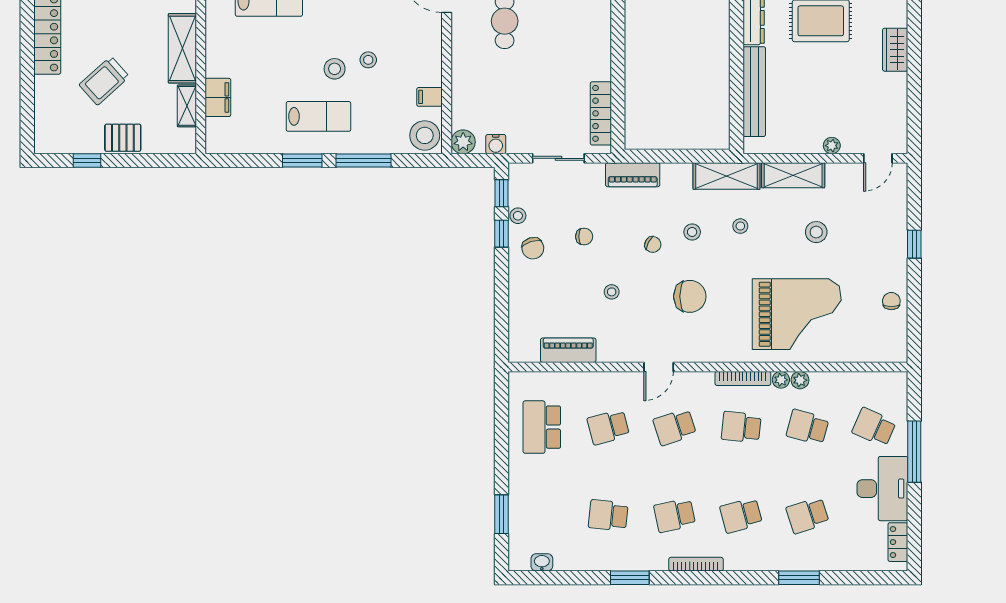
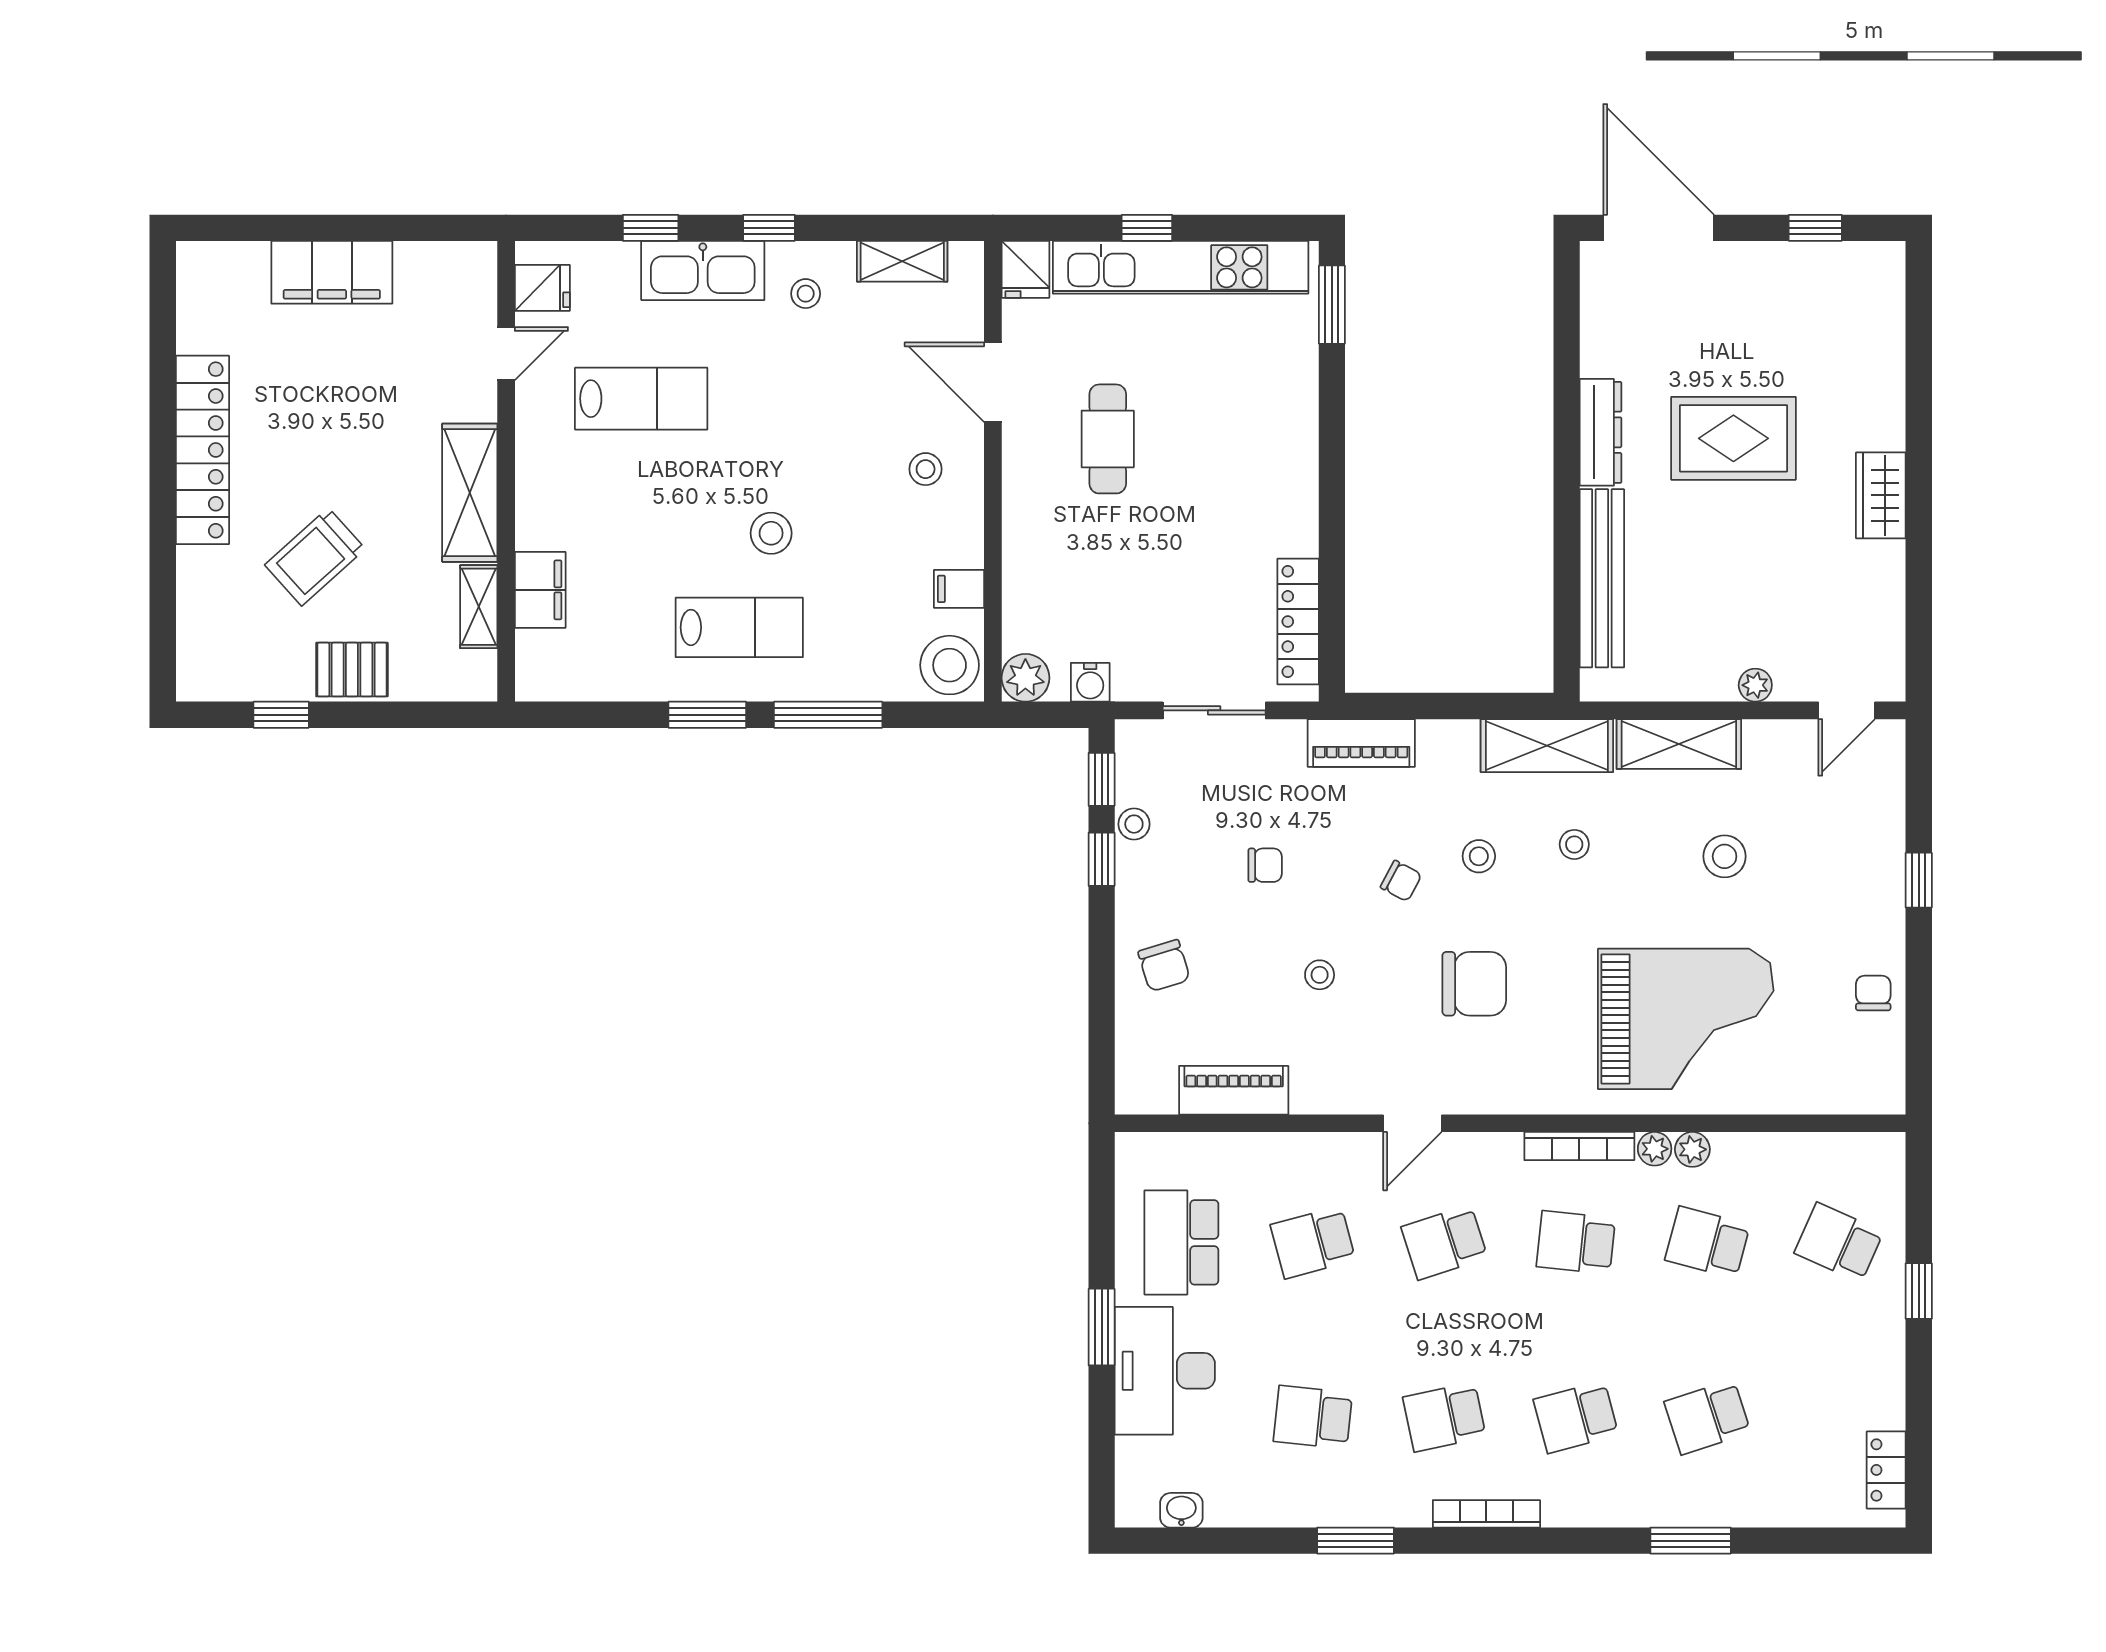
stool: (368, 60) -> (926, 469), moved
chair: (533, 248) -> (1164, 966), moved
window: (914, 452) -> (1919, 1291), width x0.46
desk: (882, 489) -> (1165, 1371), moved, turned 180
window: (502, 514) -> (1102, 1327), moved

